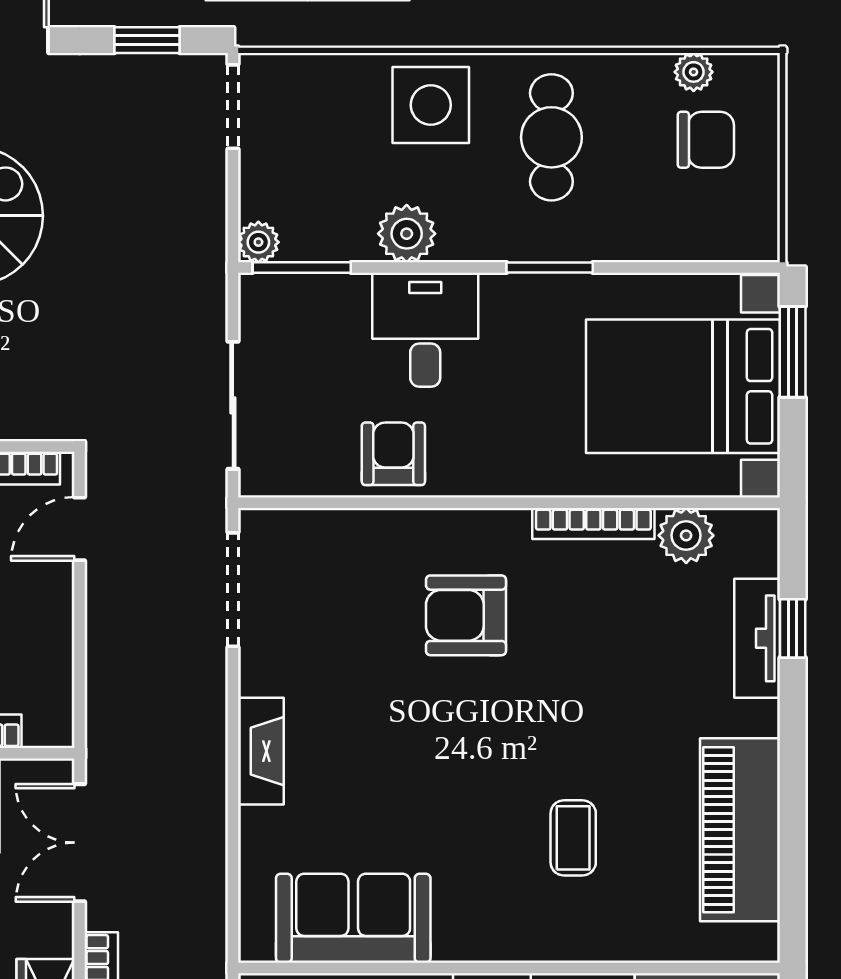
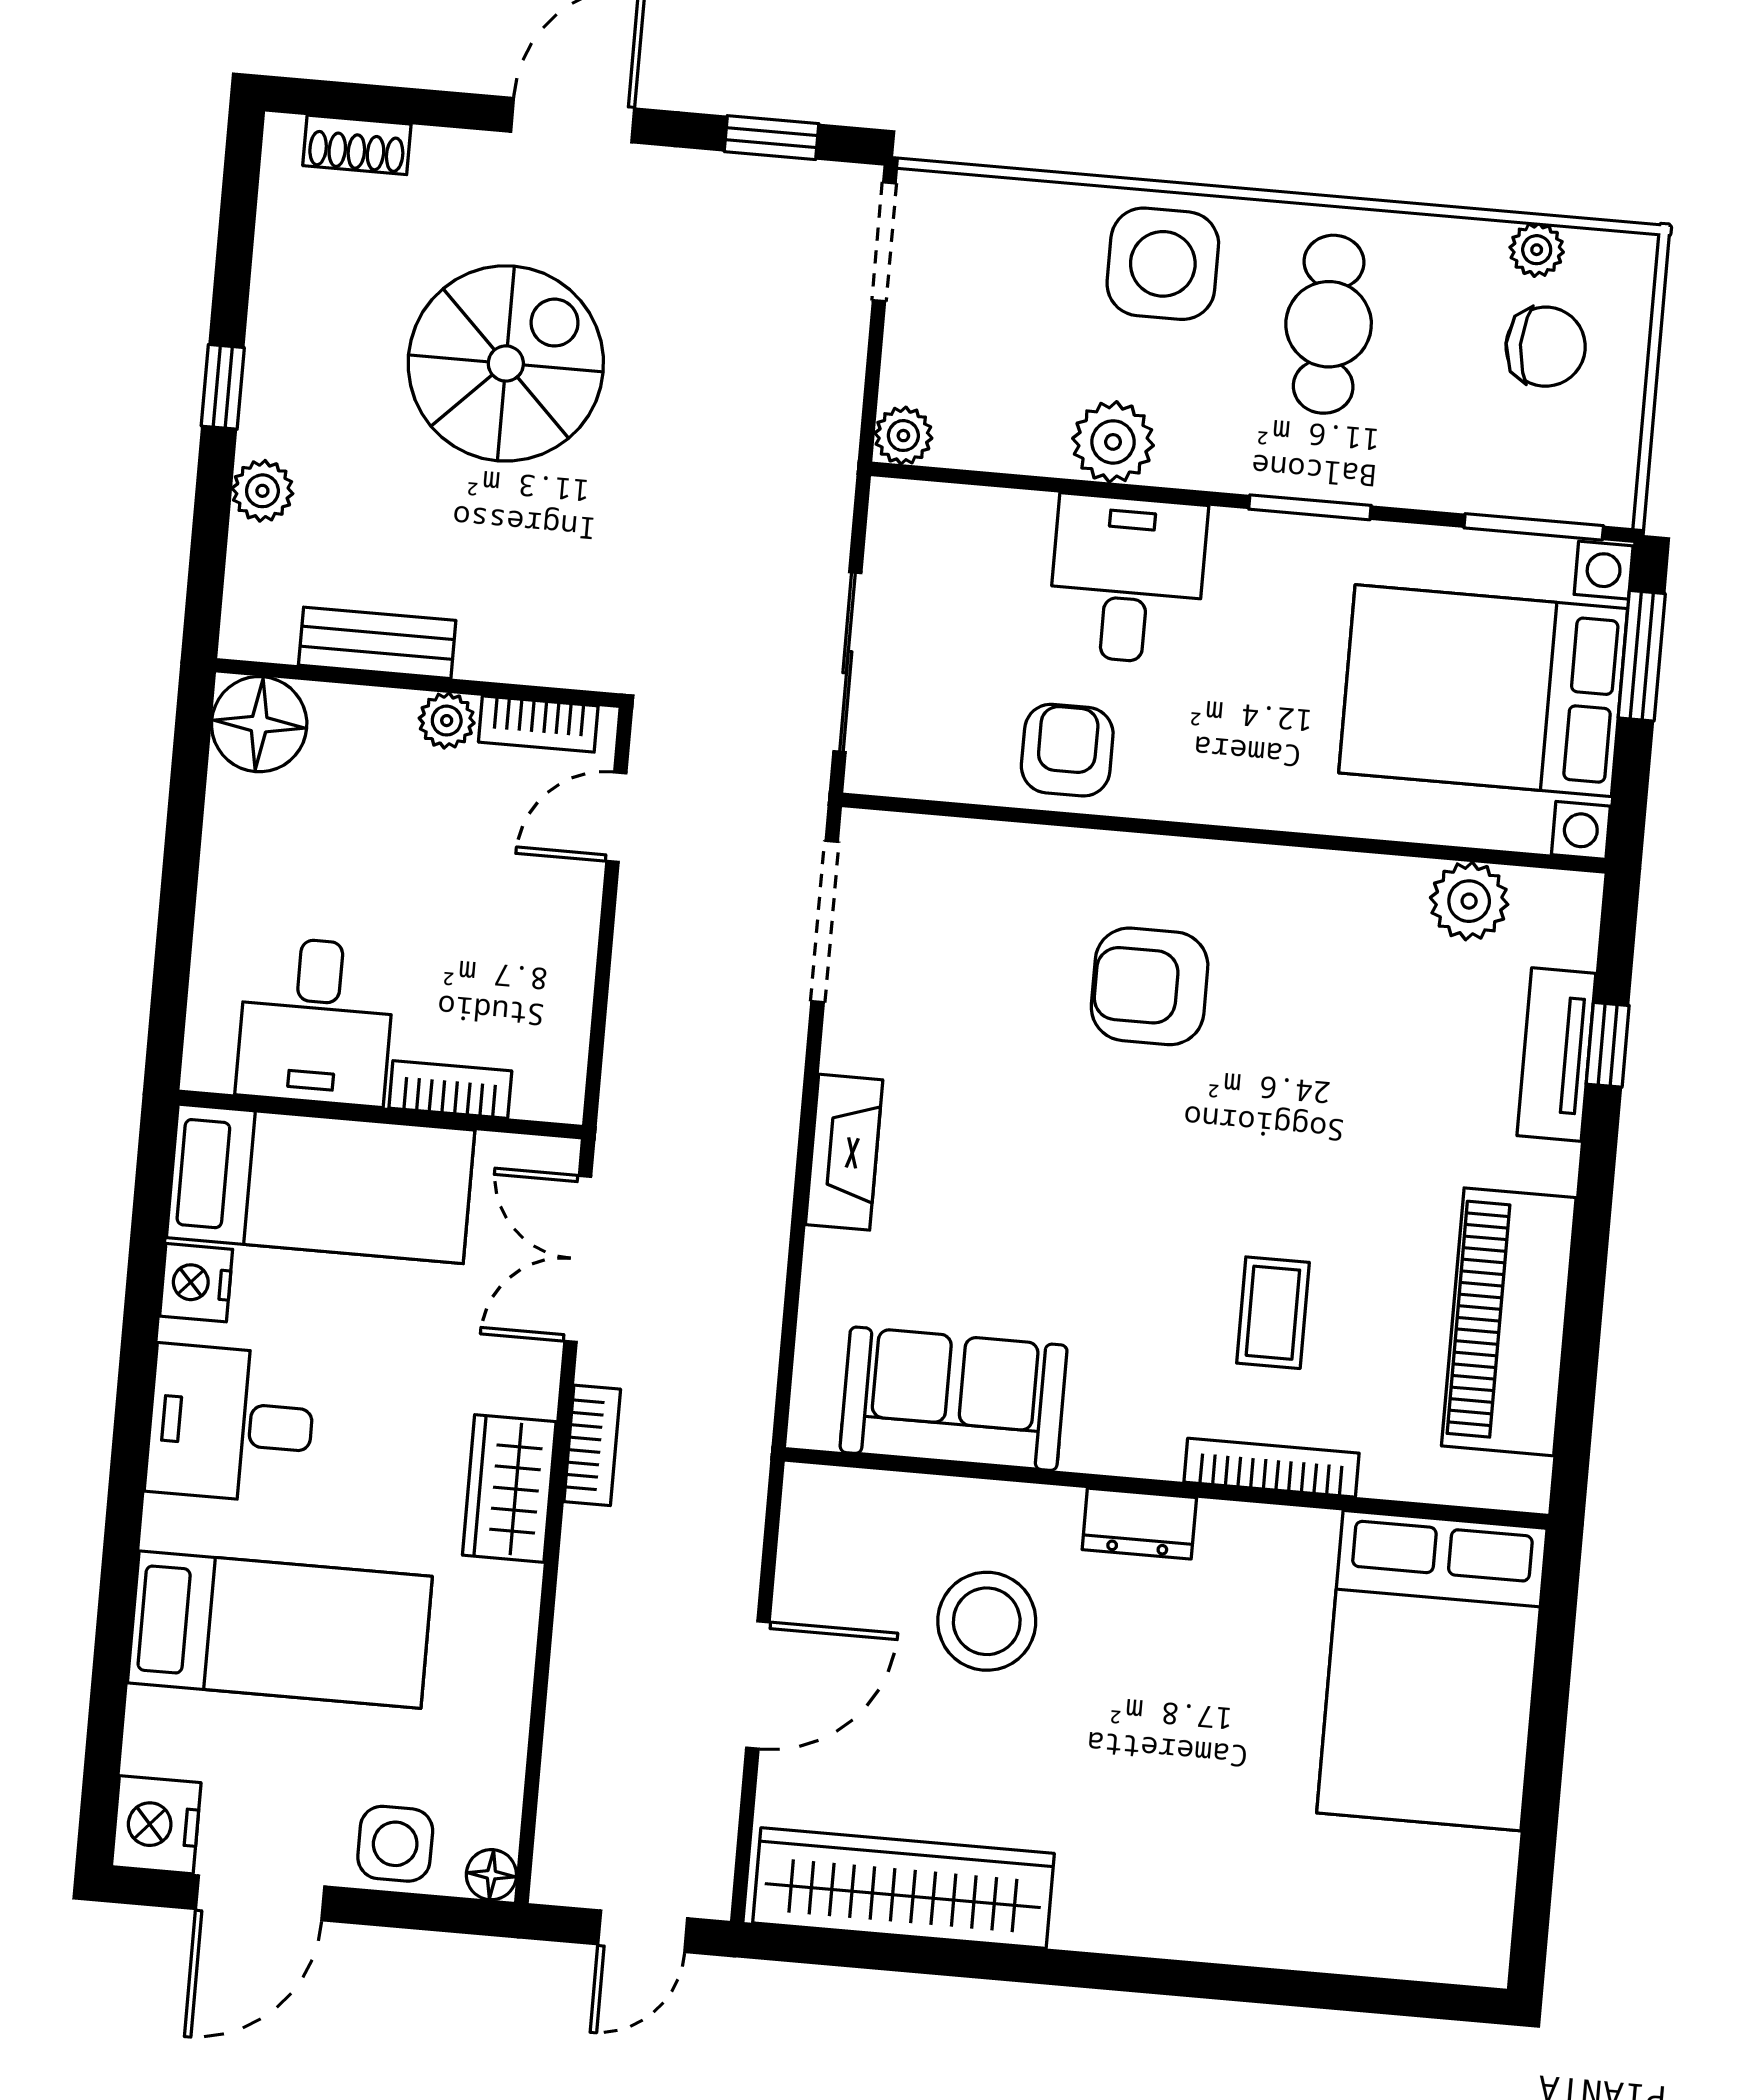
window: (302, 268) -> (1534, 527), moved
bookcase: (593, 523) -> (1272, 1468), moved, turned 180

